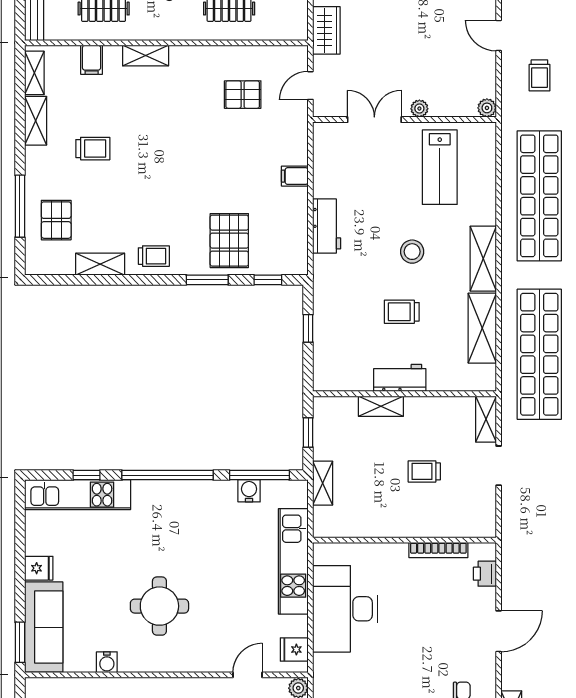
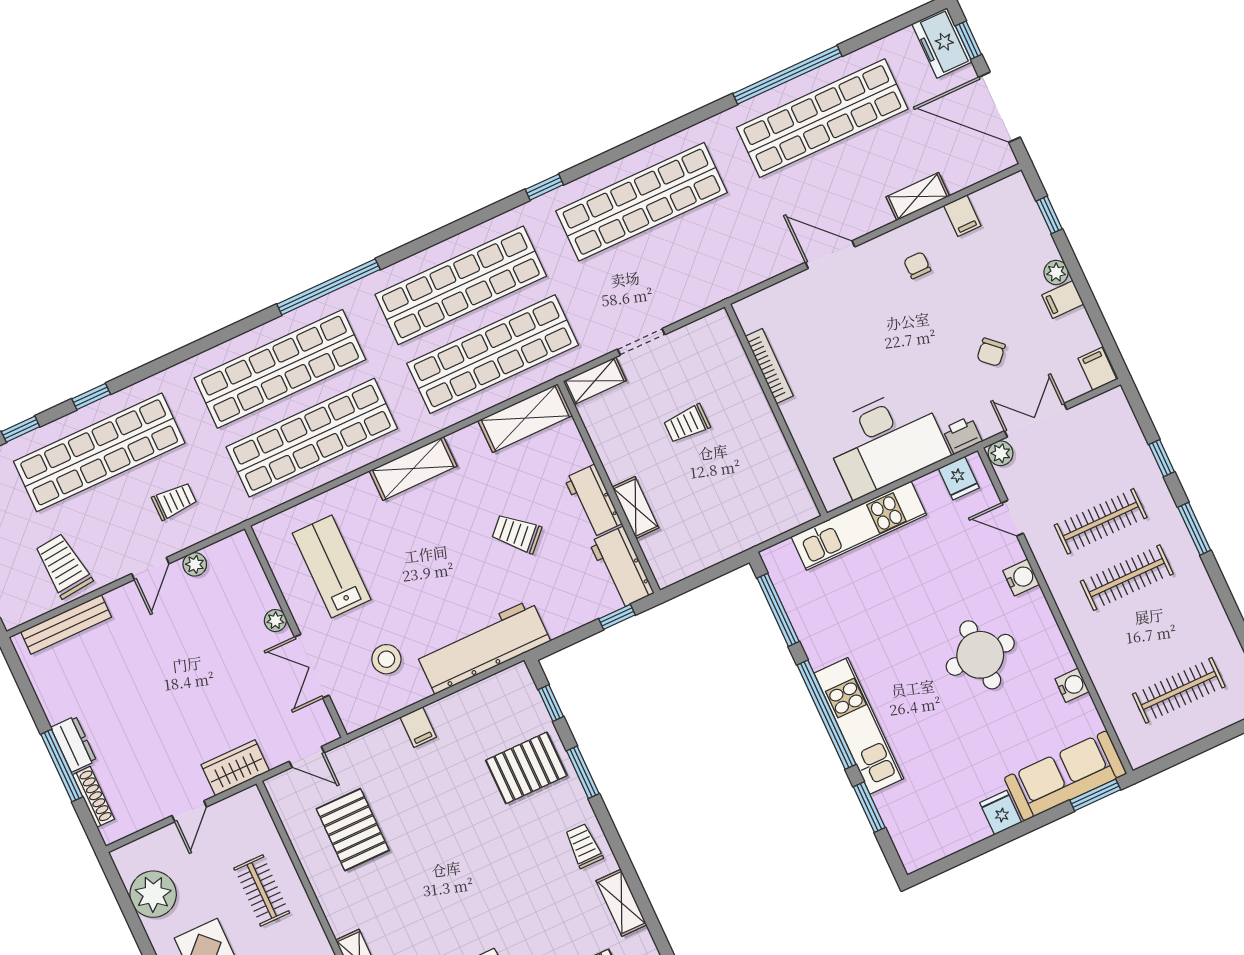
pallet: (243, 95) -> (353, 830), width x1.50, depth x1.42
plant: (487, 108) -> (195, 564), moved
lab bench: (440, 167) -> (332, 566), turned -90
workbench: (327, 226) -> (483, 647), width x1.88, depth x1.32
stool: (412, 252) -> (386, 659), moved
trolley: (402, 312) -> (517, 534), turned 134
window: (308, 328) -> (617, 617), moved
shelving: (482, 328) -> (525, 418), moved
workbench: (342, 376) -> (622, 568), added
window: (308, 432) -> (704, 577), removed
trolley: (424, 471) -> (687, 424), turned 90
window: (87, 475) -> (869, 807), width x1.50
shelving: (323, 483) -> (754, 533), removed
water cooler: (249, 491) -> (1021, 578), moved, turned 180
kitchen unit: (78, 495) -> (859, 726), moved
printer: (485, 574) -> (962, 435), moved, turned 180

